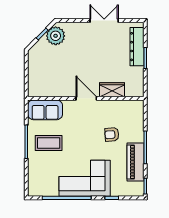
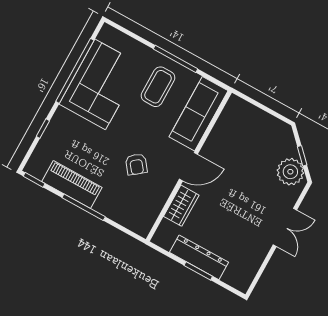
double door: (104, 21) -> (285, 227), moved
dresser: (137, 47) -> (199, 257), moved
sofa: (45, 110) -> (199, 114), width x1.36
armchair: (112, 135) -> (136, 164), moved, turned 146
corner sofa: (85, 178) -> (100, 84), moved

